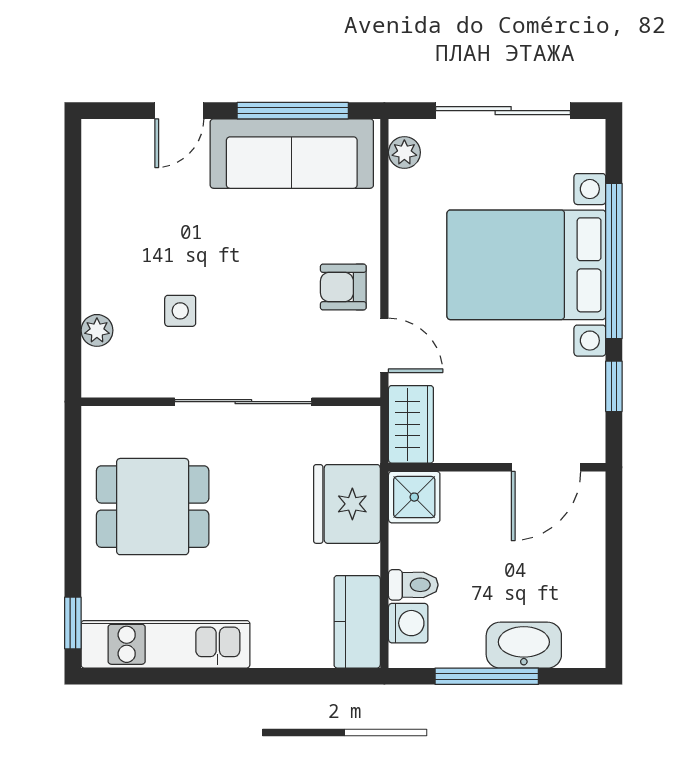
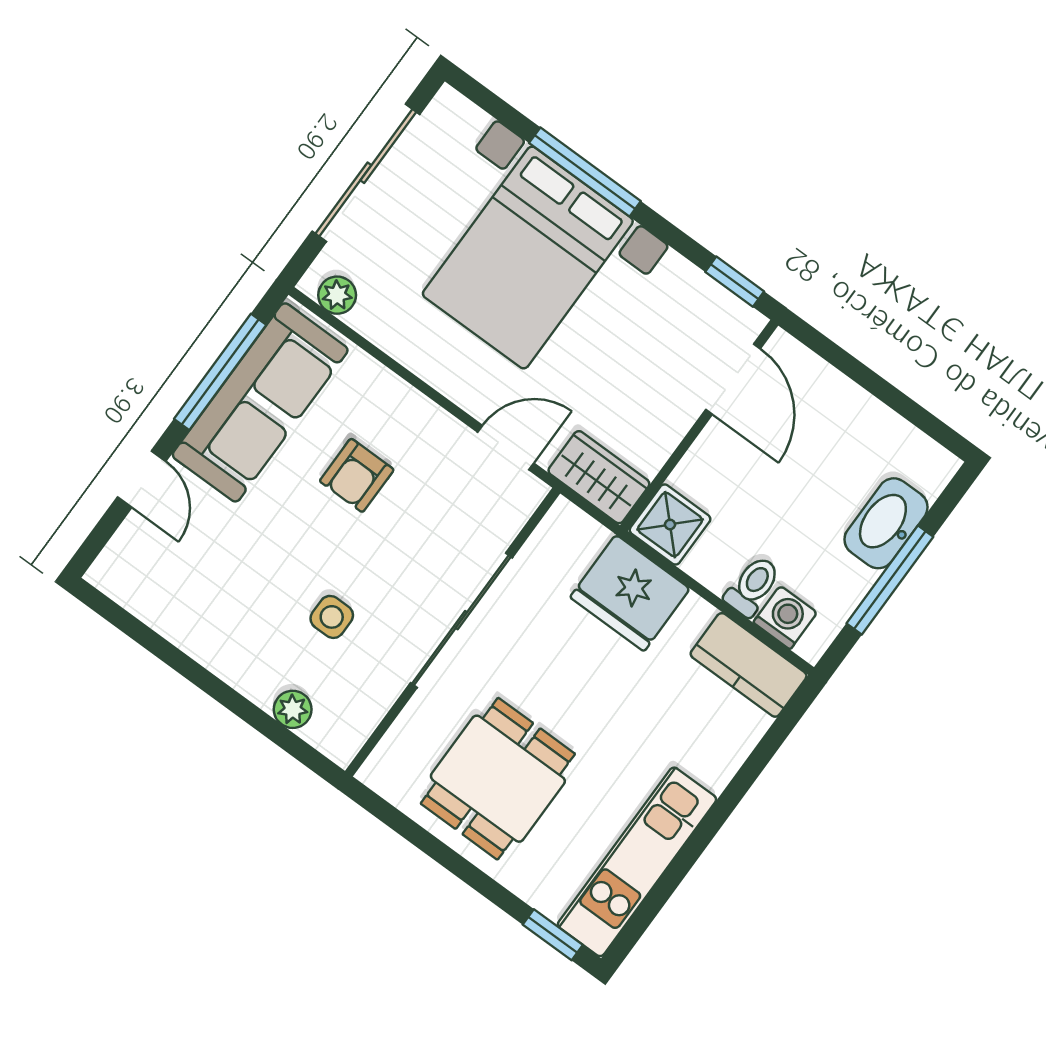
window: (614, 261) -> (585, 172), width x0.68
armchair: (343, 287) -> (357, 475), moved
window: (614, 386) -> (735, 282), moved

